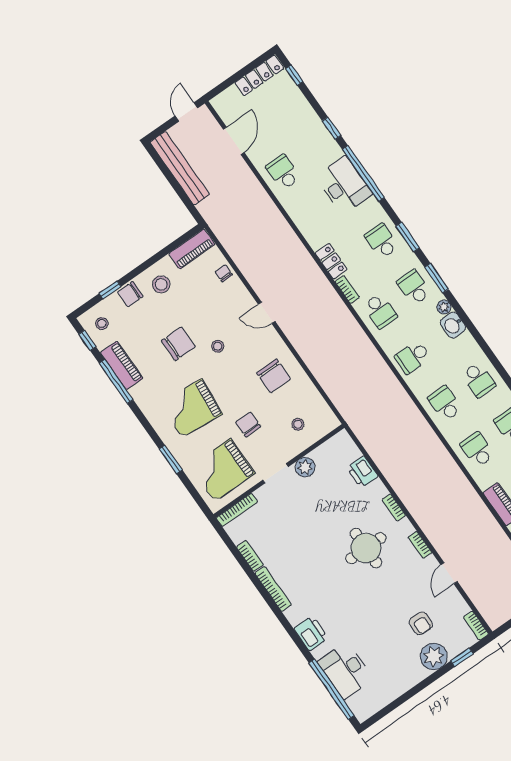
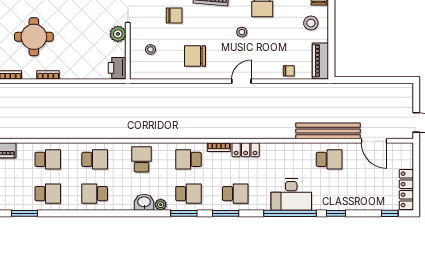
bench: (180, 168) -> (328, 131), moved
printer: (362, 472) -> (117, 68), moved, turned -90

